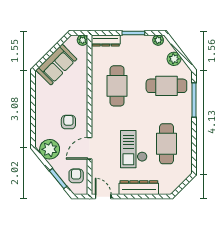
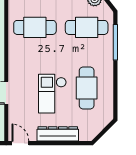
cafe table: (117, 86) -> (35, 27), turned 90

